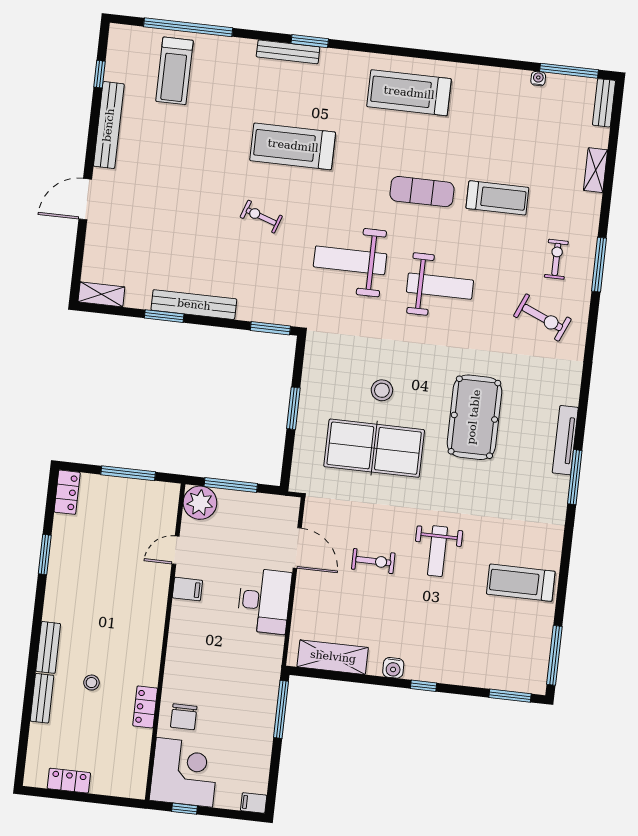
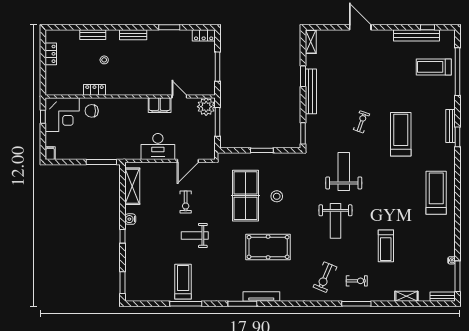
bench: (109, 125) -> (416, 35), moved
exercise mat: (422, 192) -> (385, 206), removed
filing cabinet: (187, 589) -> (160, 105), width x2.00
bench: (48, 647) -> (133, 35), moved
window: (554, 655) -> (186, 304), moved

